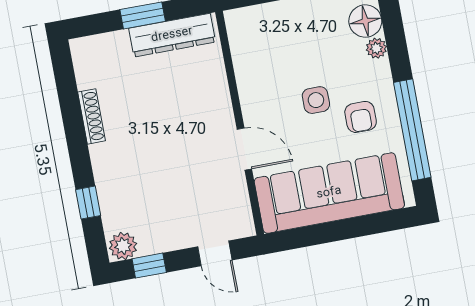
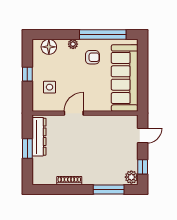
plant: (376, 48) -> (73, 44), moved
side table: (316, 100) -> (50, 87), moved
door: (244, 149) -> (74, 113), moved
window: (88, 203) -> (109, 189), width x2.17

